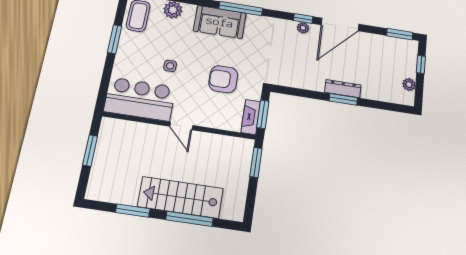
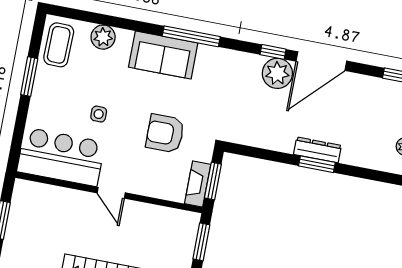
plant: (303, 28) -> (277, 73), width x1.88, depth x1.88

